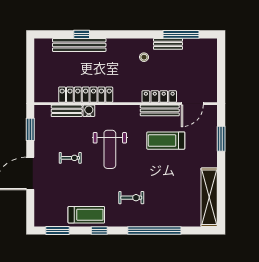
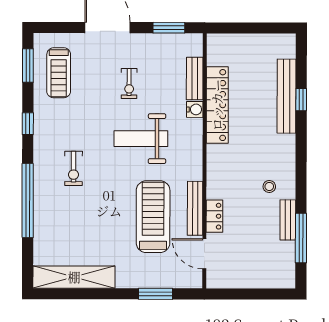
locker: (159, 96) -> (214, 216), width x0.66
treadmill: (166, 141) -> (153, 217), width x1.37, depth x1.38
treadmill: (86, 215) -> (59, 73), moved

